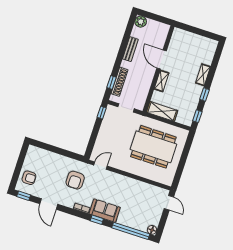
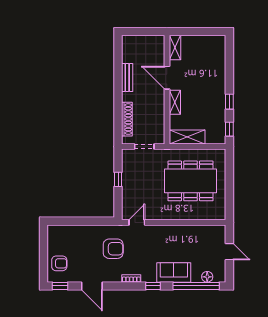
plant: (141, 22) -> (129, 42), removed
shelving: (203, 75) -> (175, 48), moved
window: (111, 82) -> (118, 123), removed
window: (102, 113) -> (118, 179), moved
armchair: (75, 180) -> (113, 249), turned -90
door: (169, 203) -> (229, 252), moved
sofa: (105, 211) -> (174, 273), moved
floor lamp: (152, 230) -> (207, 277), moved

